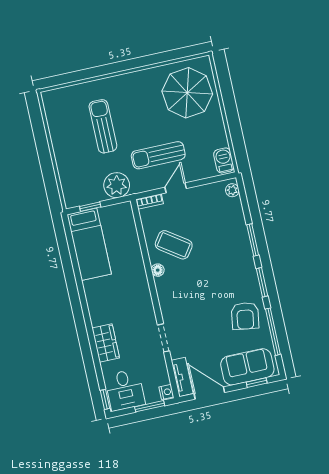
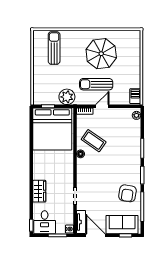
parasol: (187, 93) -> (101, 54), moved
sun lounger: (103, 126) -> (54, 48), moved
bed: (89, 244) -> (52, 129), width x2.04

